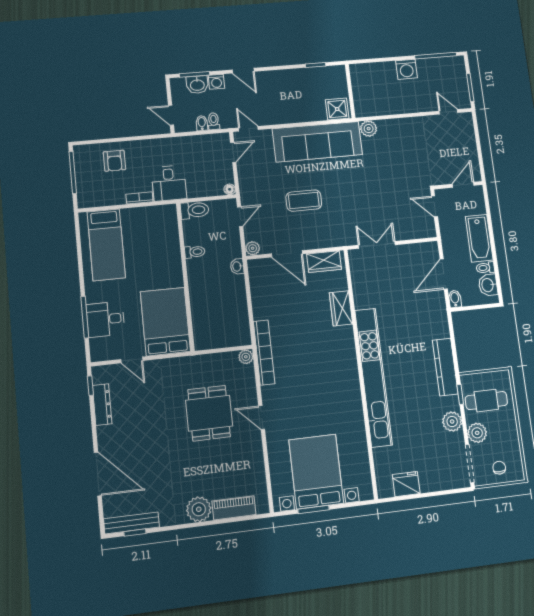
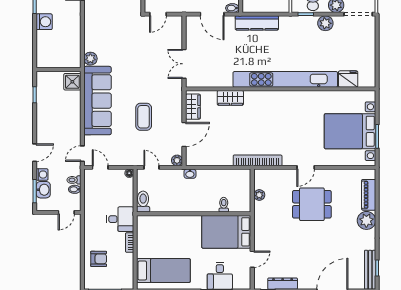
toilet: (195, 252) -> (224, 205), moved
plant: (246, 357) -> (259, 195), moved
kitchen counter: (445, 367) -> (257, 23), moved
dining table: (209, 413) -> (312, 204), moved
fridge: (406, 484) -> (348, 79), moved, turned 90

